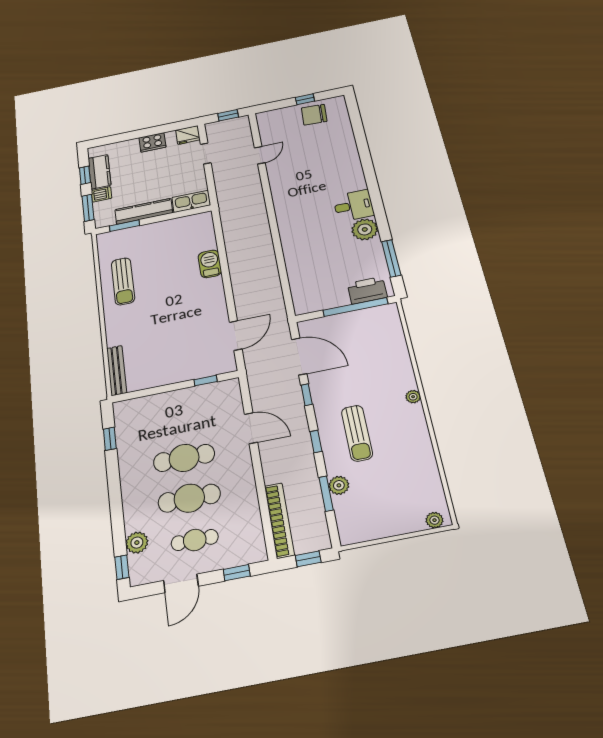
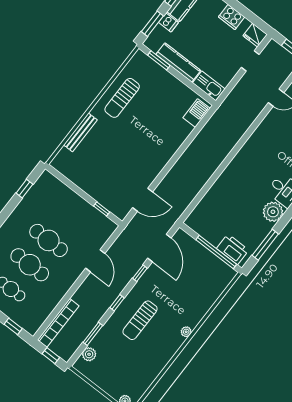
barbecue: (210, 264) -> (197, 113), moved
bench: (117, 370) -> (80, 132), moved
plant: (339, 485) -> (89, 354), moved

